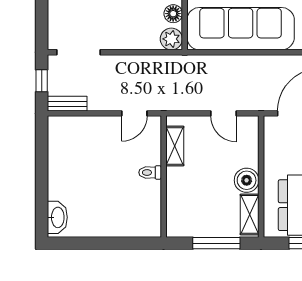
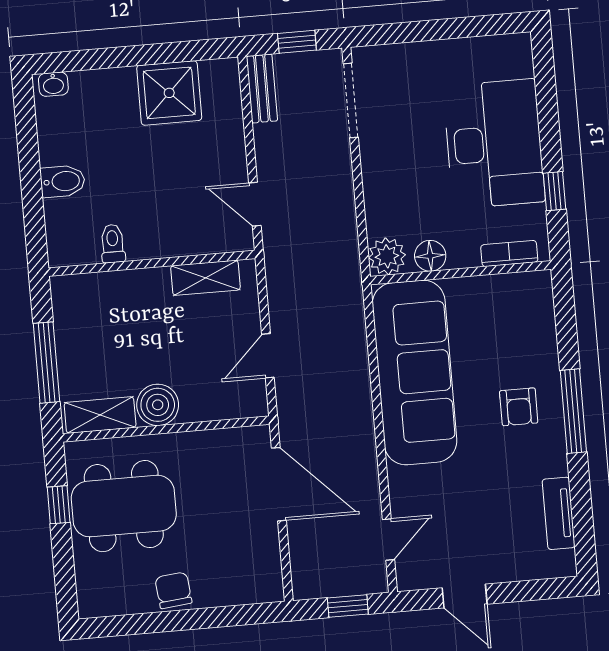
shower: (65, 158) -> (169, 93), added
toilet: (150, 172) -> (113, 243), moved
washbasin: (57, 217) -> (53, 84), width x0.52, depth x0.69
bidet: (111, 225) -> (63, 181), added

